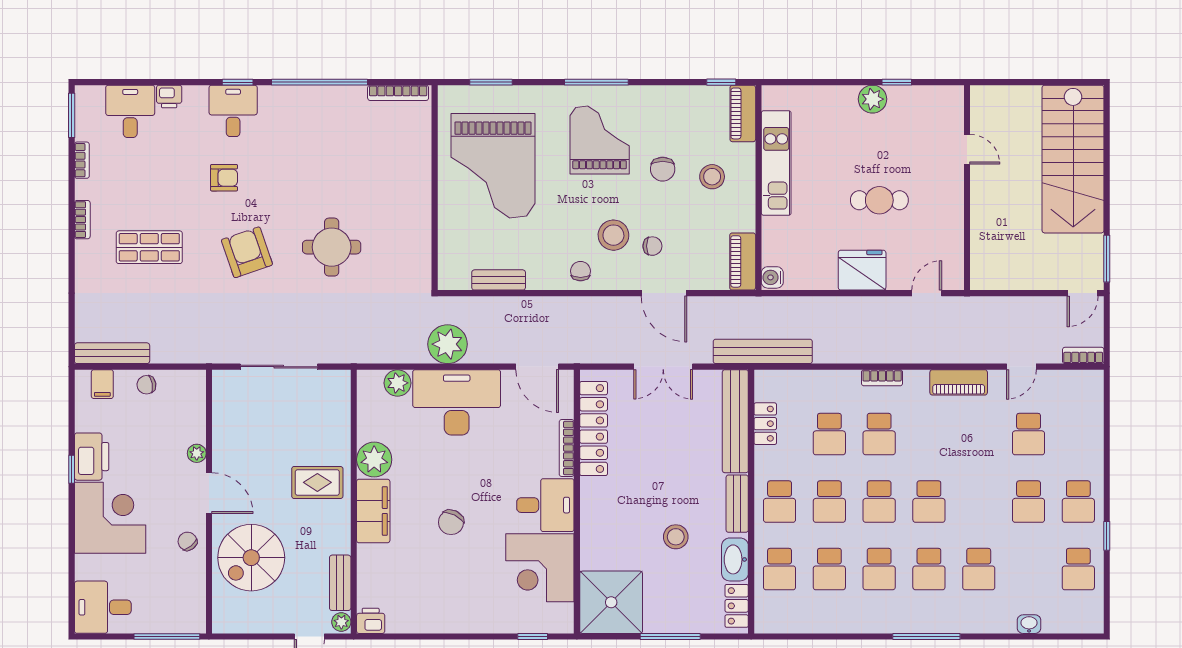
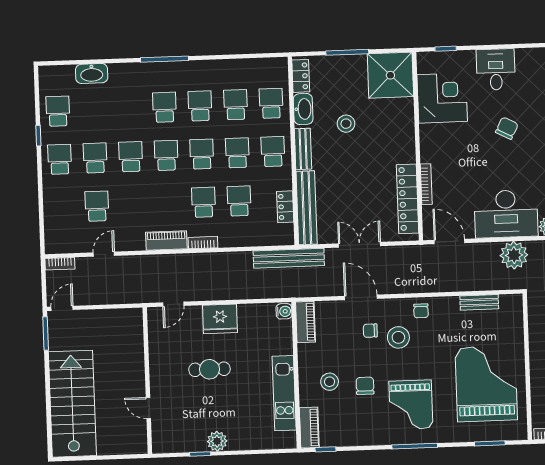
piano: (959, 382) -> (166, 241), moved
desk: (545, 505) -> (496, 69), moved, turned 90
school desk: (979, 569) -> (131, 157), moved
washbasin: (1029, 624) -> (92, 74), width x1.91, depth x1.45

